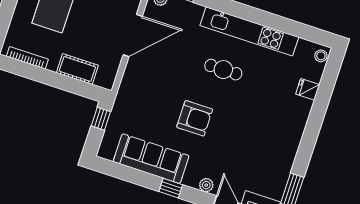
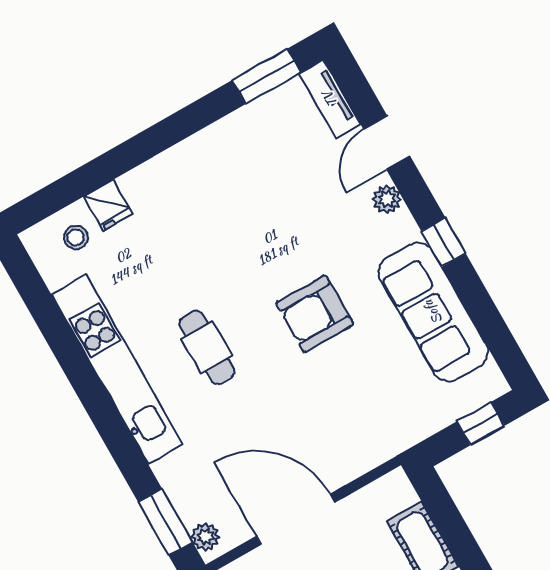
stool: (321, 56) -> (76, 237), moved
armchair: (195, 118) -> (315, 314), turned -90
window: (101, 119) -> (481, 424), moved

